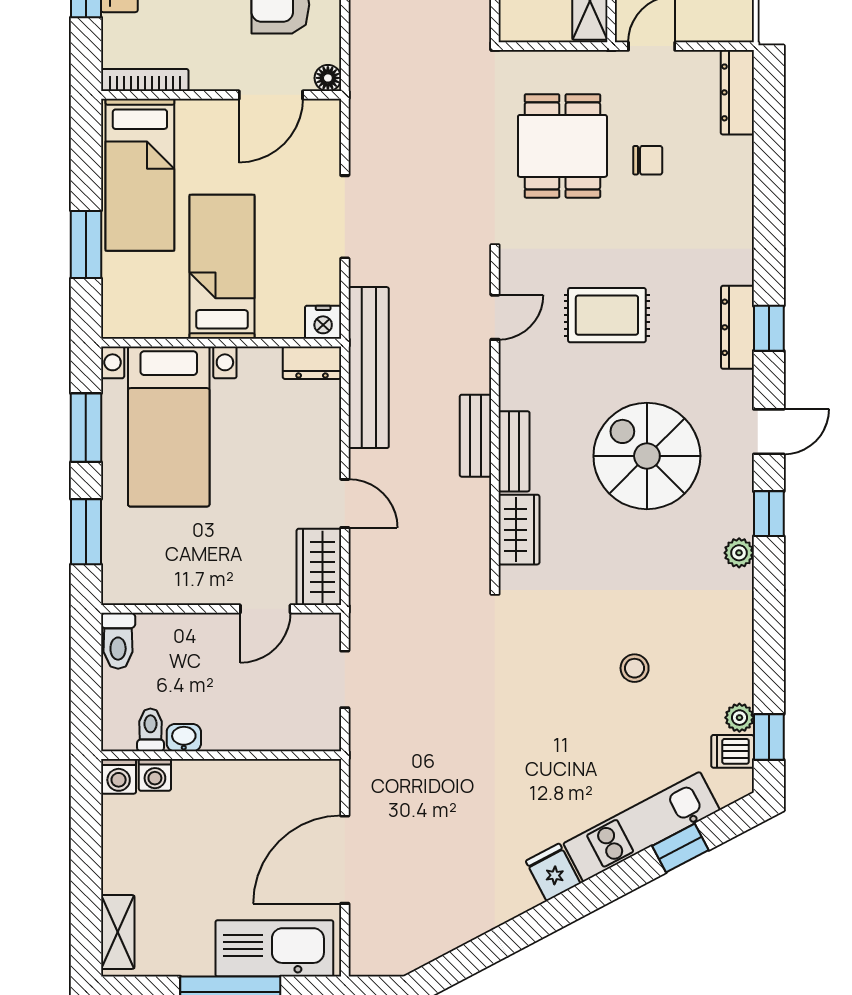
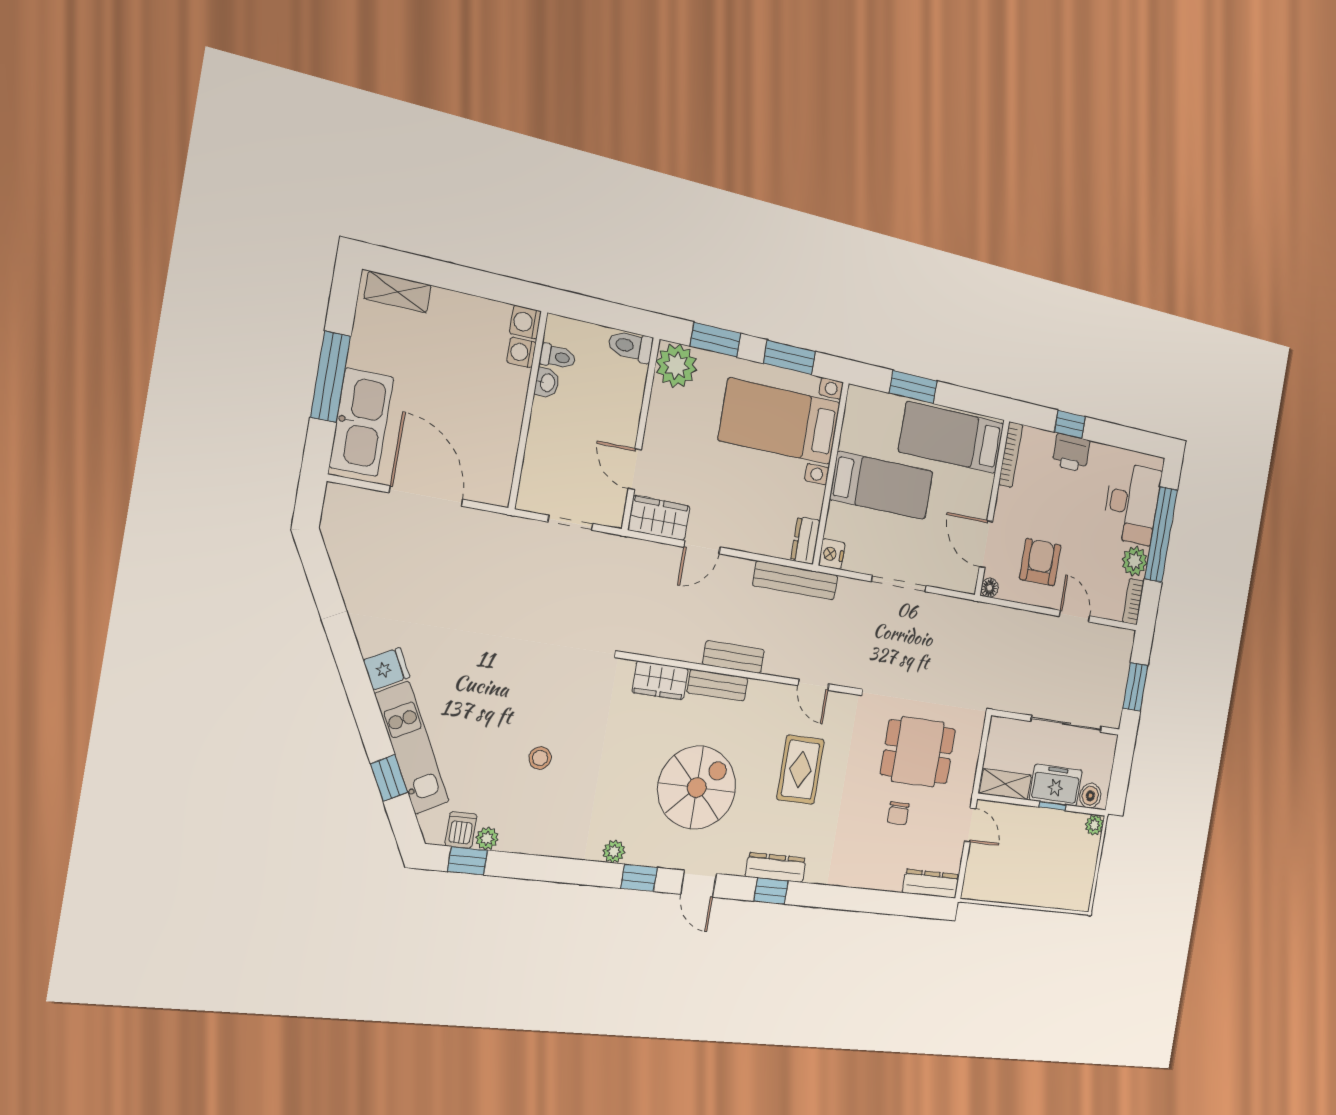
bench: (369, 368) -> (795, 580), width x0.73, depth x0.82
plant: (129, 577) -> (676, 366), added

